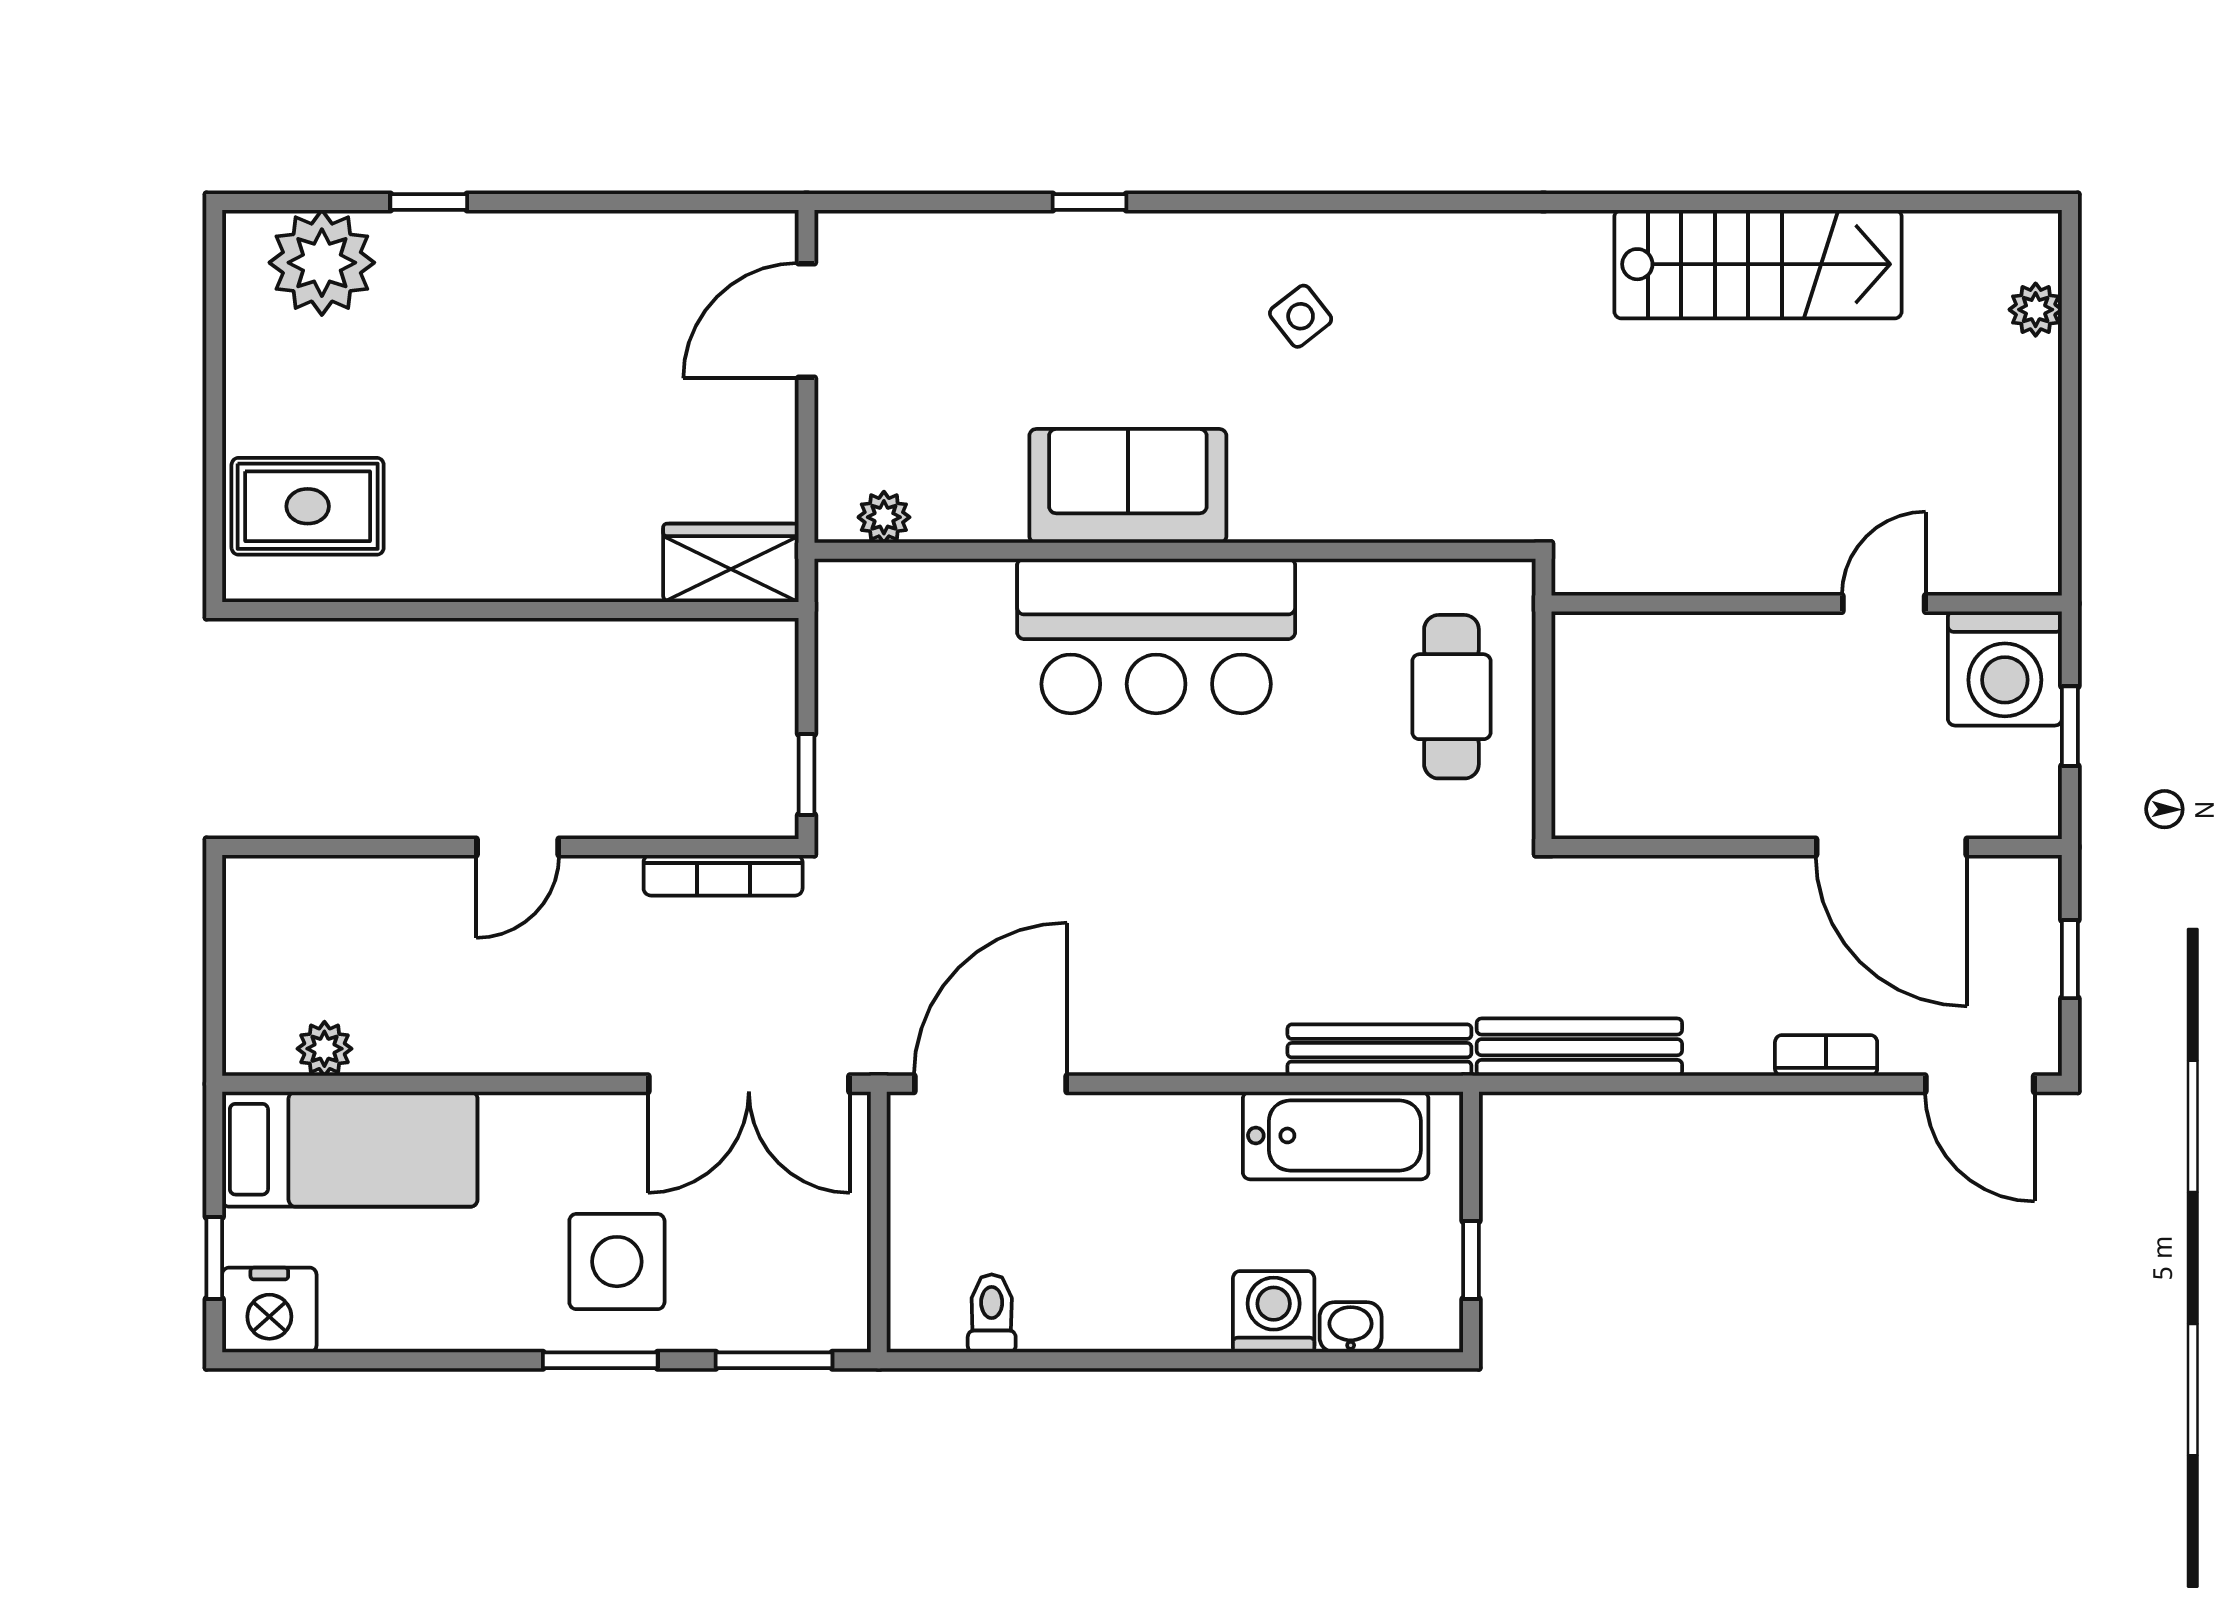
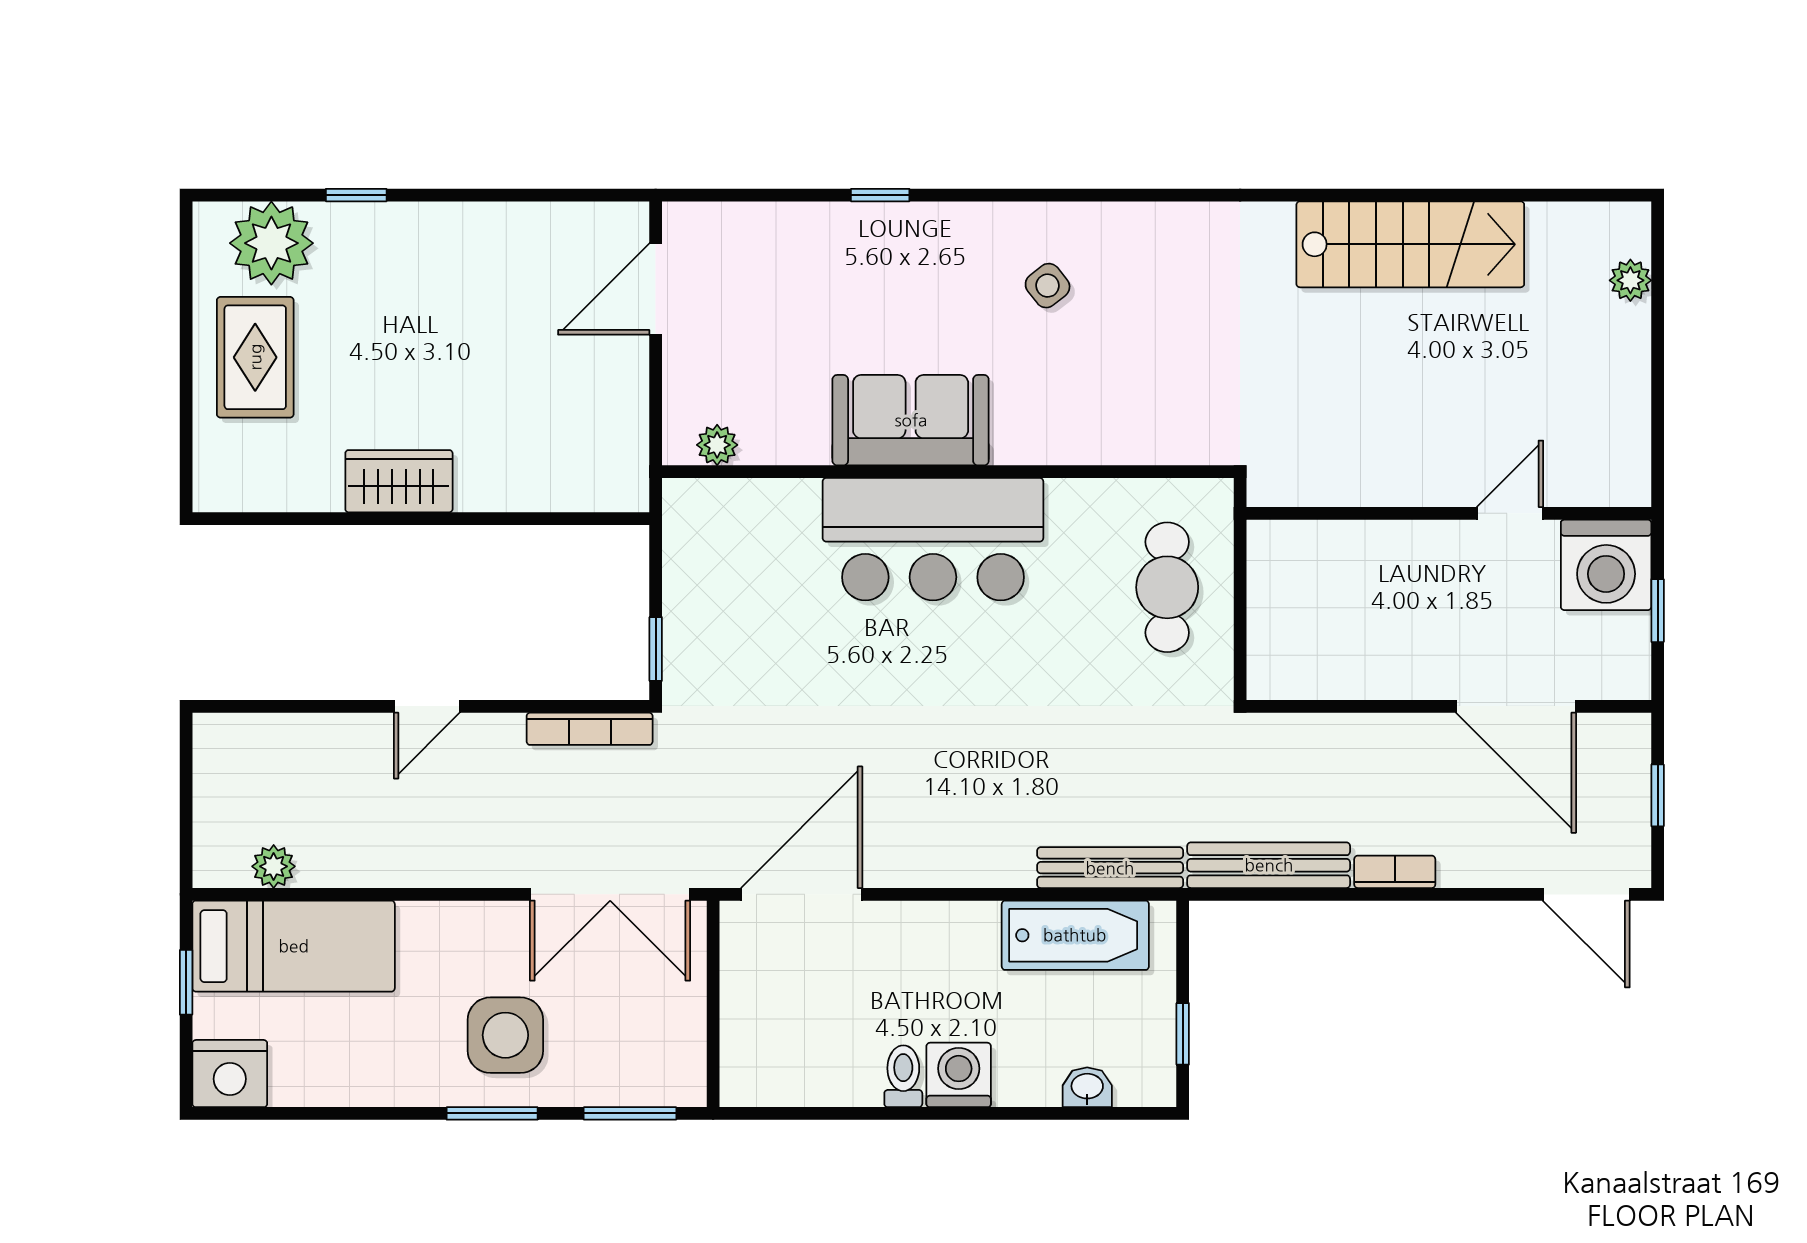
rug: (308, 506) -> (255, 357), moved, turned 90
wardrobe: (731, 563) -> (399, 481), moved
bookcase: (1826, 1056) -> (1395, 872), moved
window: (214, 1258) -> (186, 982), moved
washing machine: (1274, 1312) -> (959, 1075), moved
toilet: (992, 1313) -> (903, 1076), moved

